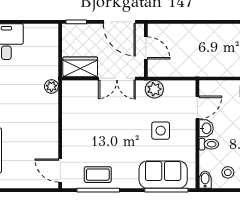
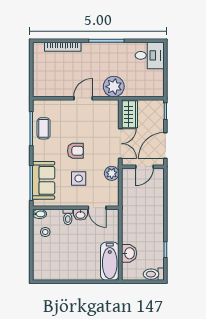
double door: (117, 78) -> (120, 144), swing flipped
plant: (51, 87) -> (114, 87), width x1.87, depth x1.87
armchair: (126, 135) -> (75, 151), added
door: (60, 170) -> (83, 98), moved

